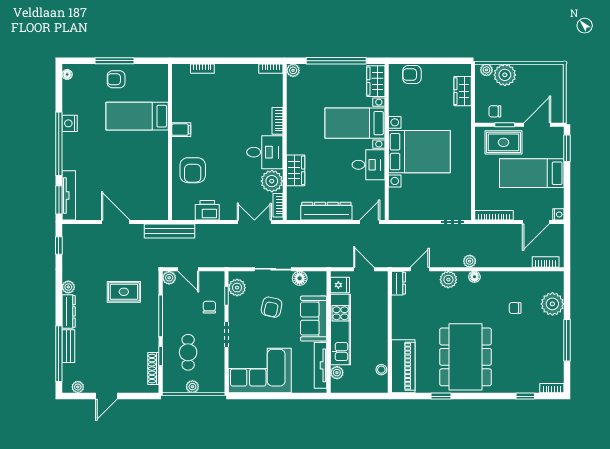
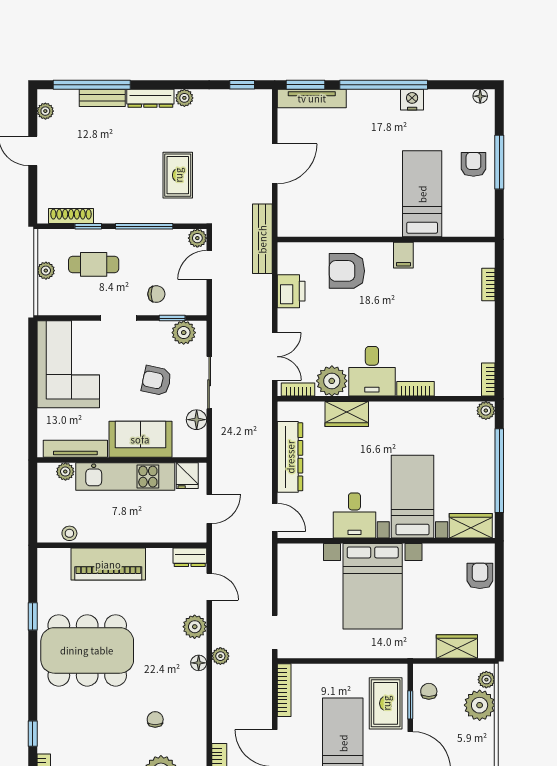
piano: (403, 366) -> (108, 564), moved

